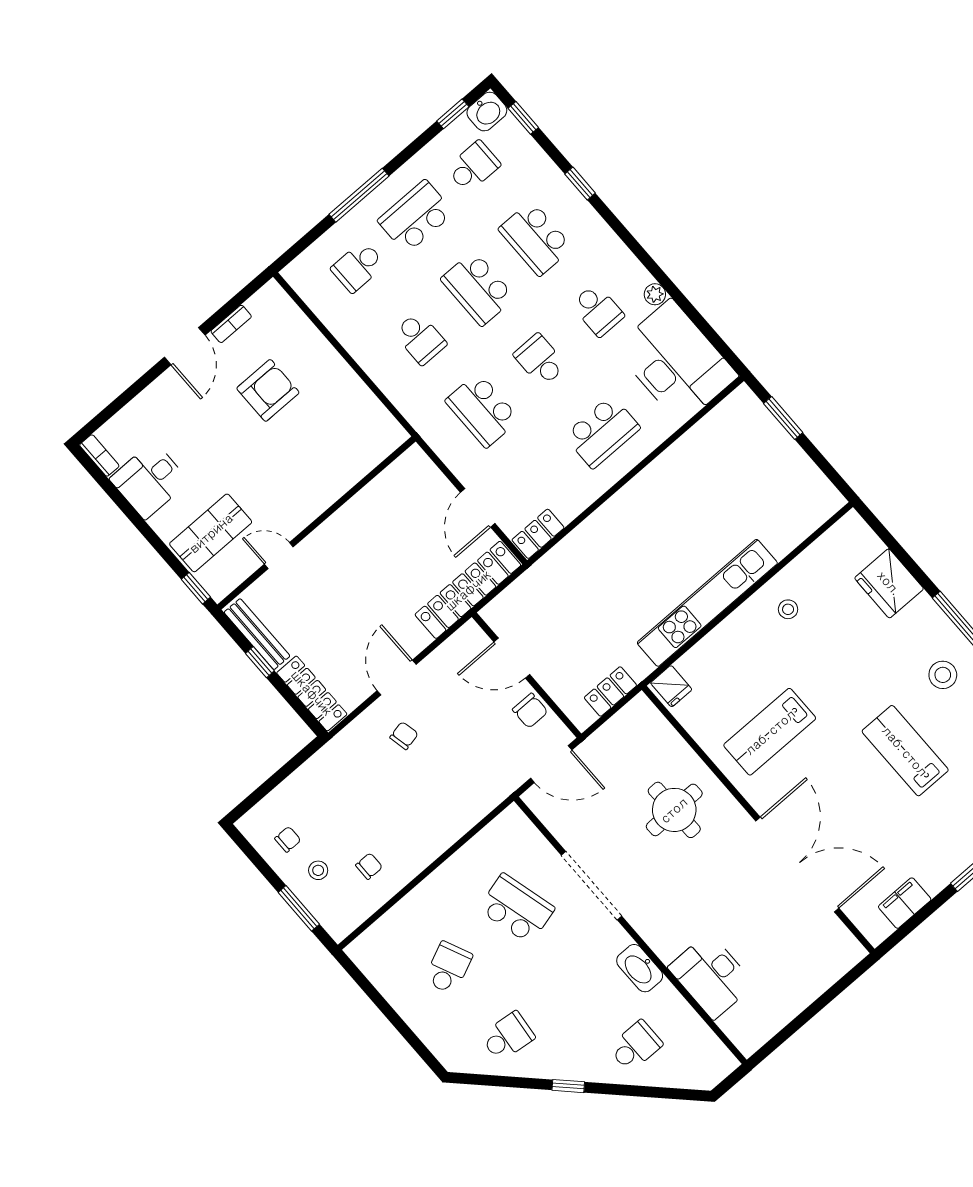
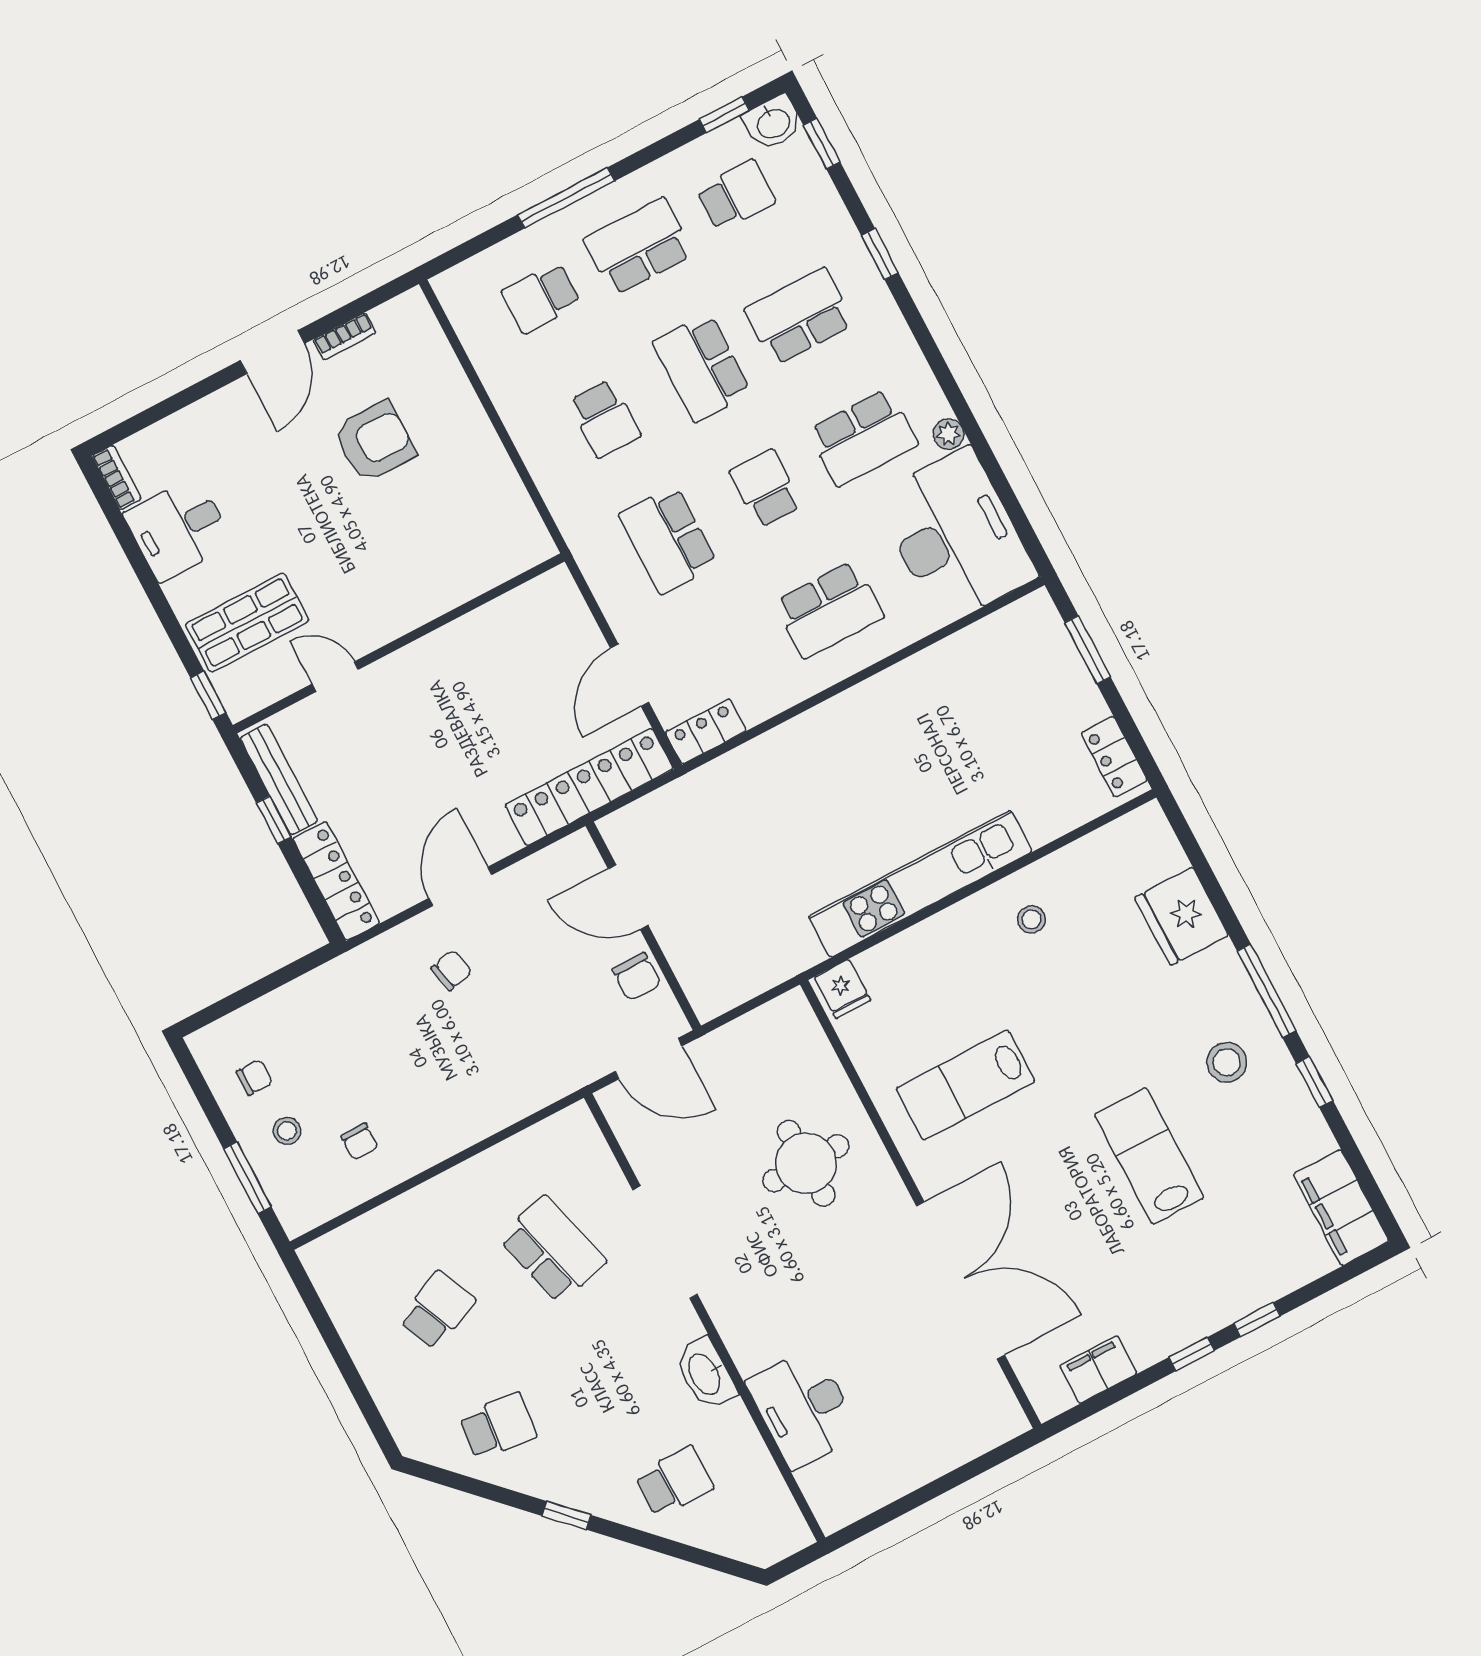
school desk: (535, 238) -> (799, 316), turned 90
school desk: (598, 310) -> (863, 437), width x1.85
locker: (610, 691) -> (1114, 757), moved, turned -90
chair: (369, 866) -> (360, 1142), turned 90

